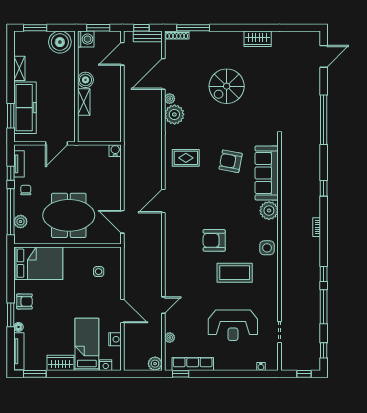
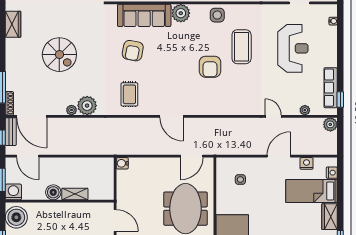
door: (163, 74) -> (32, 116), moved

